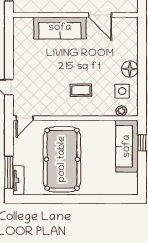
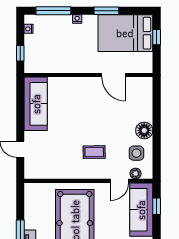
sofa: (60, 28) -> (36, 104), moved, turned -90
door: (25, 118) -> (120, 181), moved

